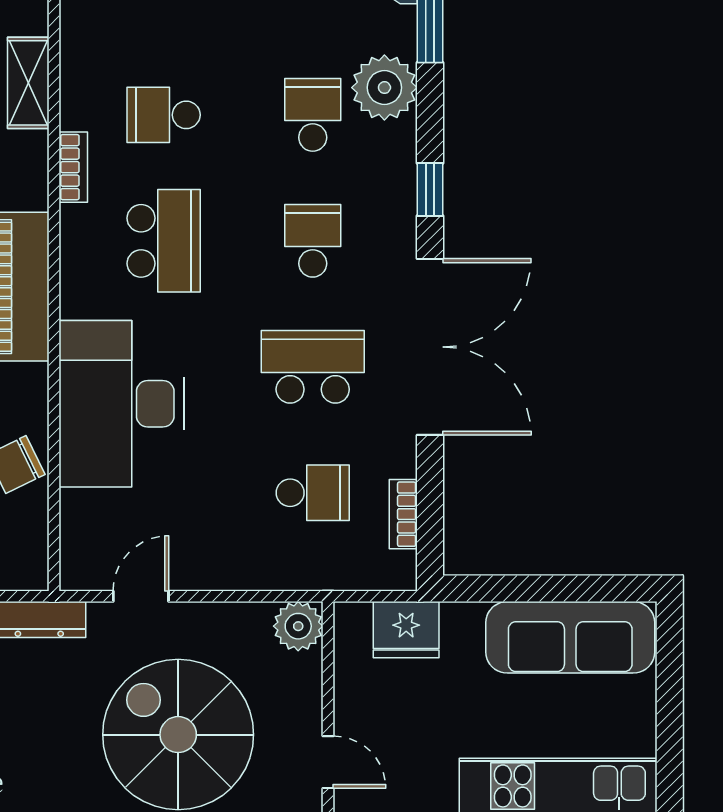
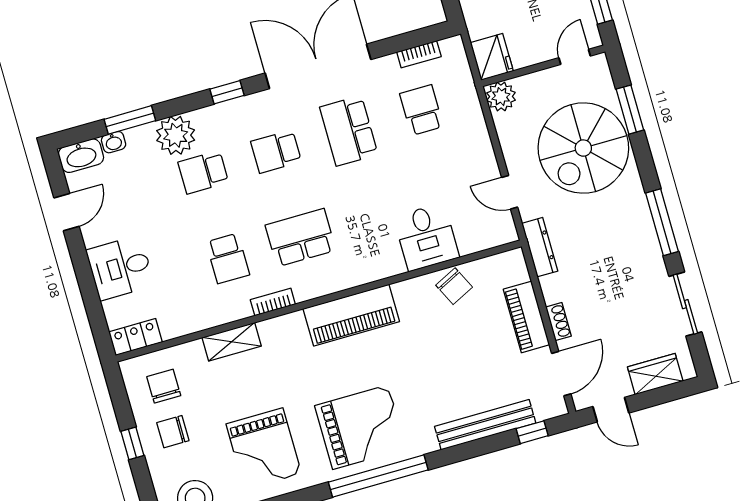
desk: (122, 404) -> (426, 237), width x0.53, depth x0.77
fridge: (406, 630) -> (492, 57), moved

